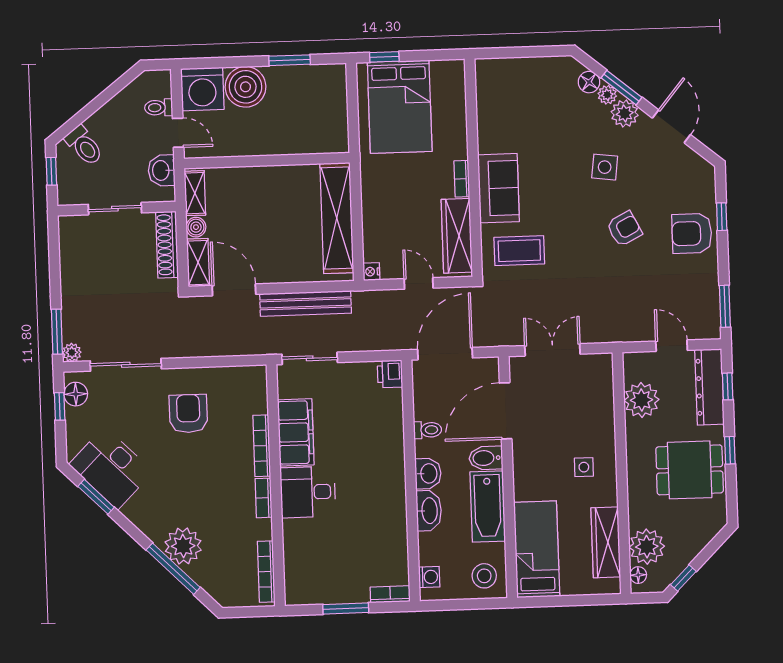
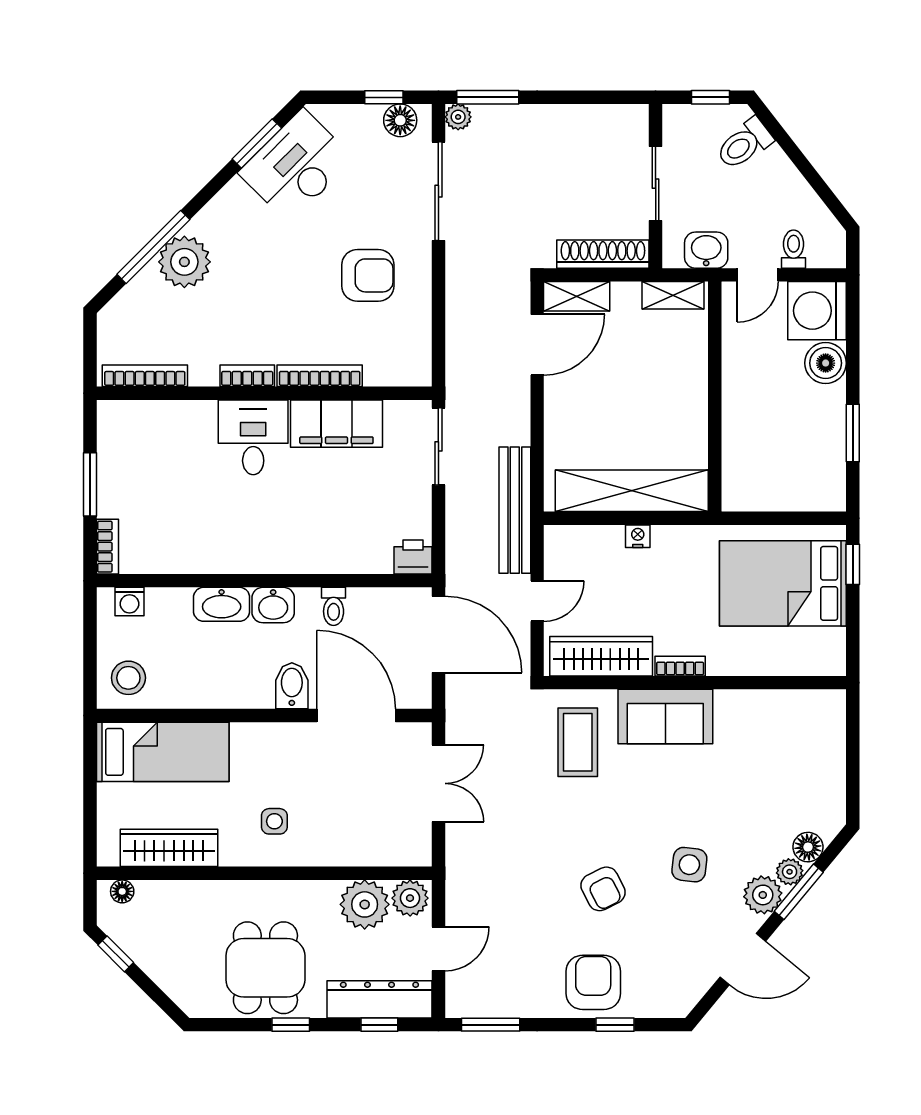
boiler: (245, 87) -> (826, 363), width x0.73, depth x0.73
boiler: (196, 227) -> (626, 295), removed
nightstand: (371, 272) -> (638, 536), moved
bench: (306, 303) -> (515, 510), moved
bathtub: (488, 507) -> (224, 686), removed
plant: (647, 547) -> (410, 898), moved, width x0.73, depth x0.73

